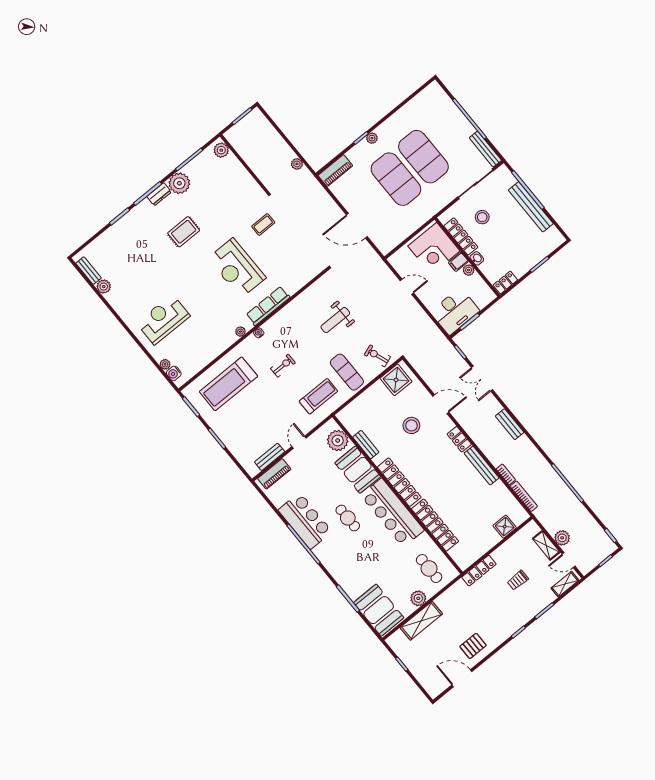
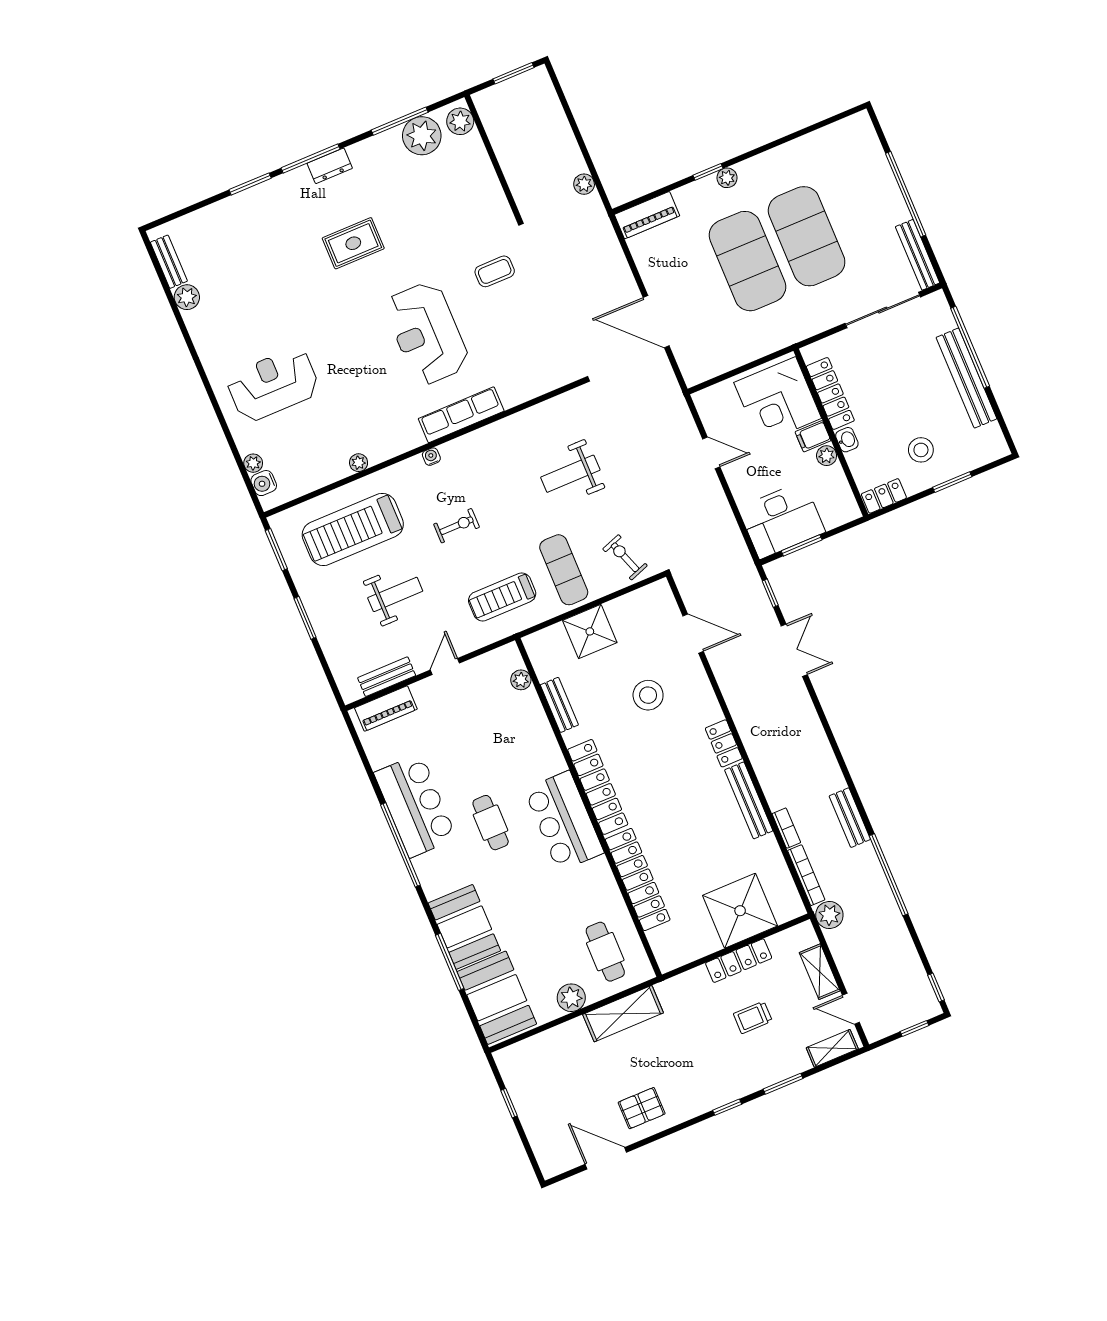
plant: (179, 183) -> (422, 136), moved
stool: (482, 217) -> (921, 450), moved
plant: (240, 332) -> (359, 463), moved
double door: (482, 379) -> (794, 650), swing flipped
shower: (396, 380) -> (590, 631), moved
treadmill: (318, 396) -> (502, 597), turned 180
door: (441, 404) -> (693, 634), moved
weight bench: (261, 412) -> (395, 594), added
bench: (510, 424) -> (850, 818), moved
plant: (338, 440) -> (521, 680), width x0.53, depth x0.53
booth: (358, 470) -> (464, 927), moved
bar counter: (392, 513) -> (564, 821), width x0.73
shower: (505, 527) -> (740, 911), width x1.86, depth x1.86
plant: (562, 538) -> (829, 915), moved
locker: (479, 571) -> (739, 961), moved
shelving: (421, 621) -> (623, 1014), moved

